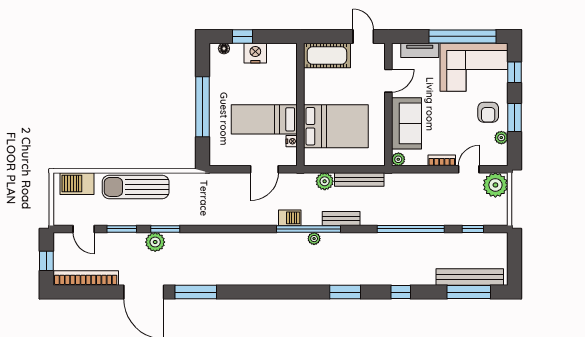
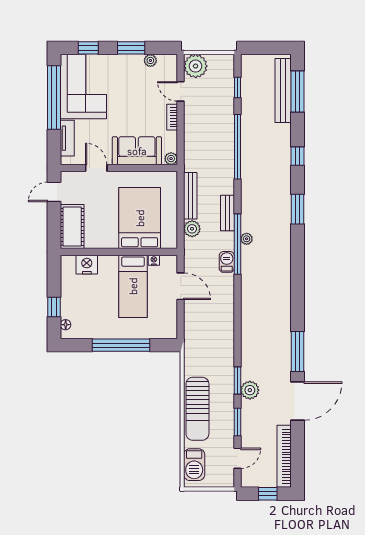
nightstand: (255, 53) -> (87, 265), moved, turned 90
armchair: (488, 112) -> (126, 73), removed

